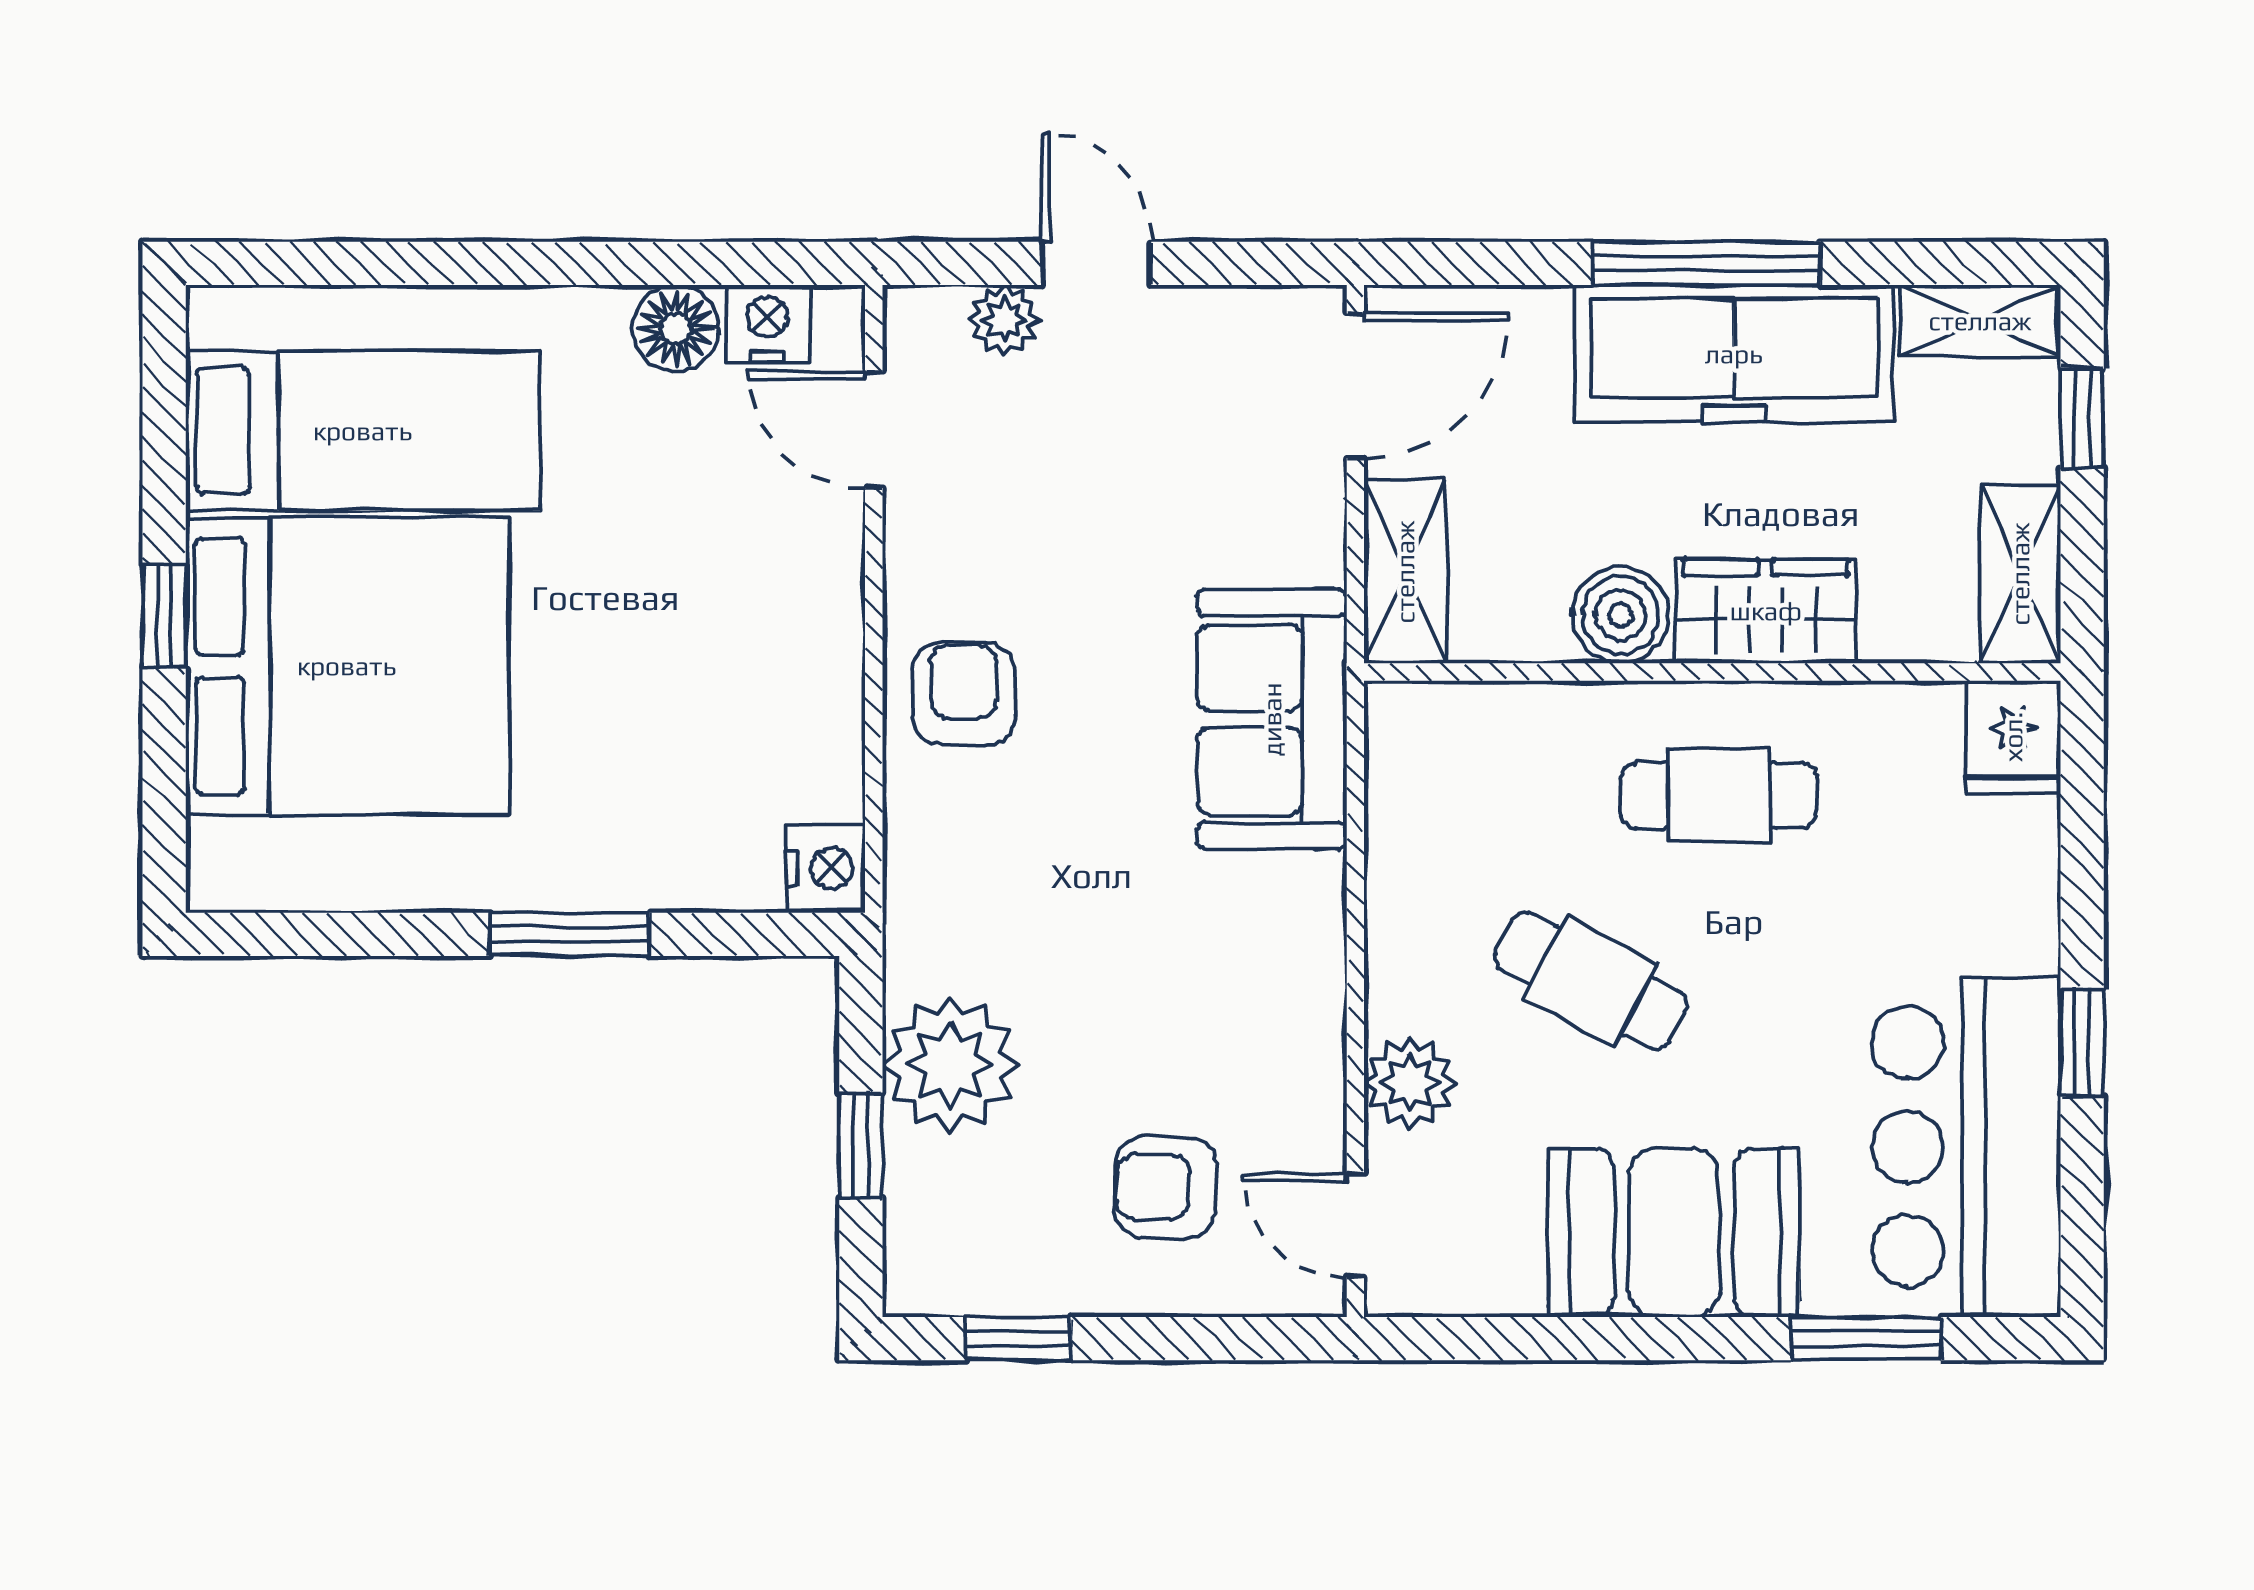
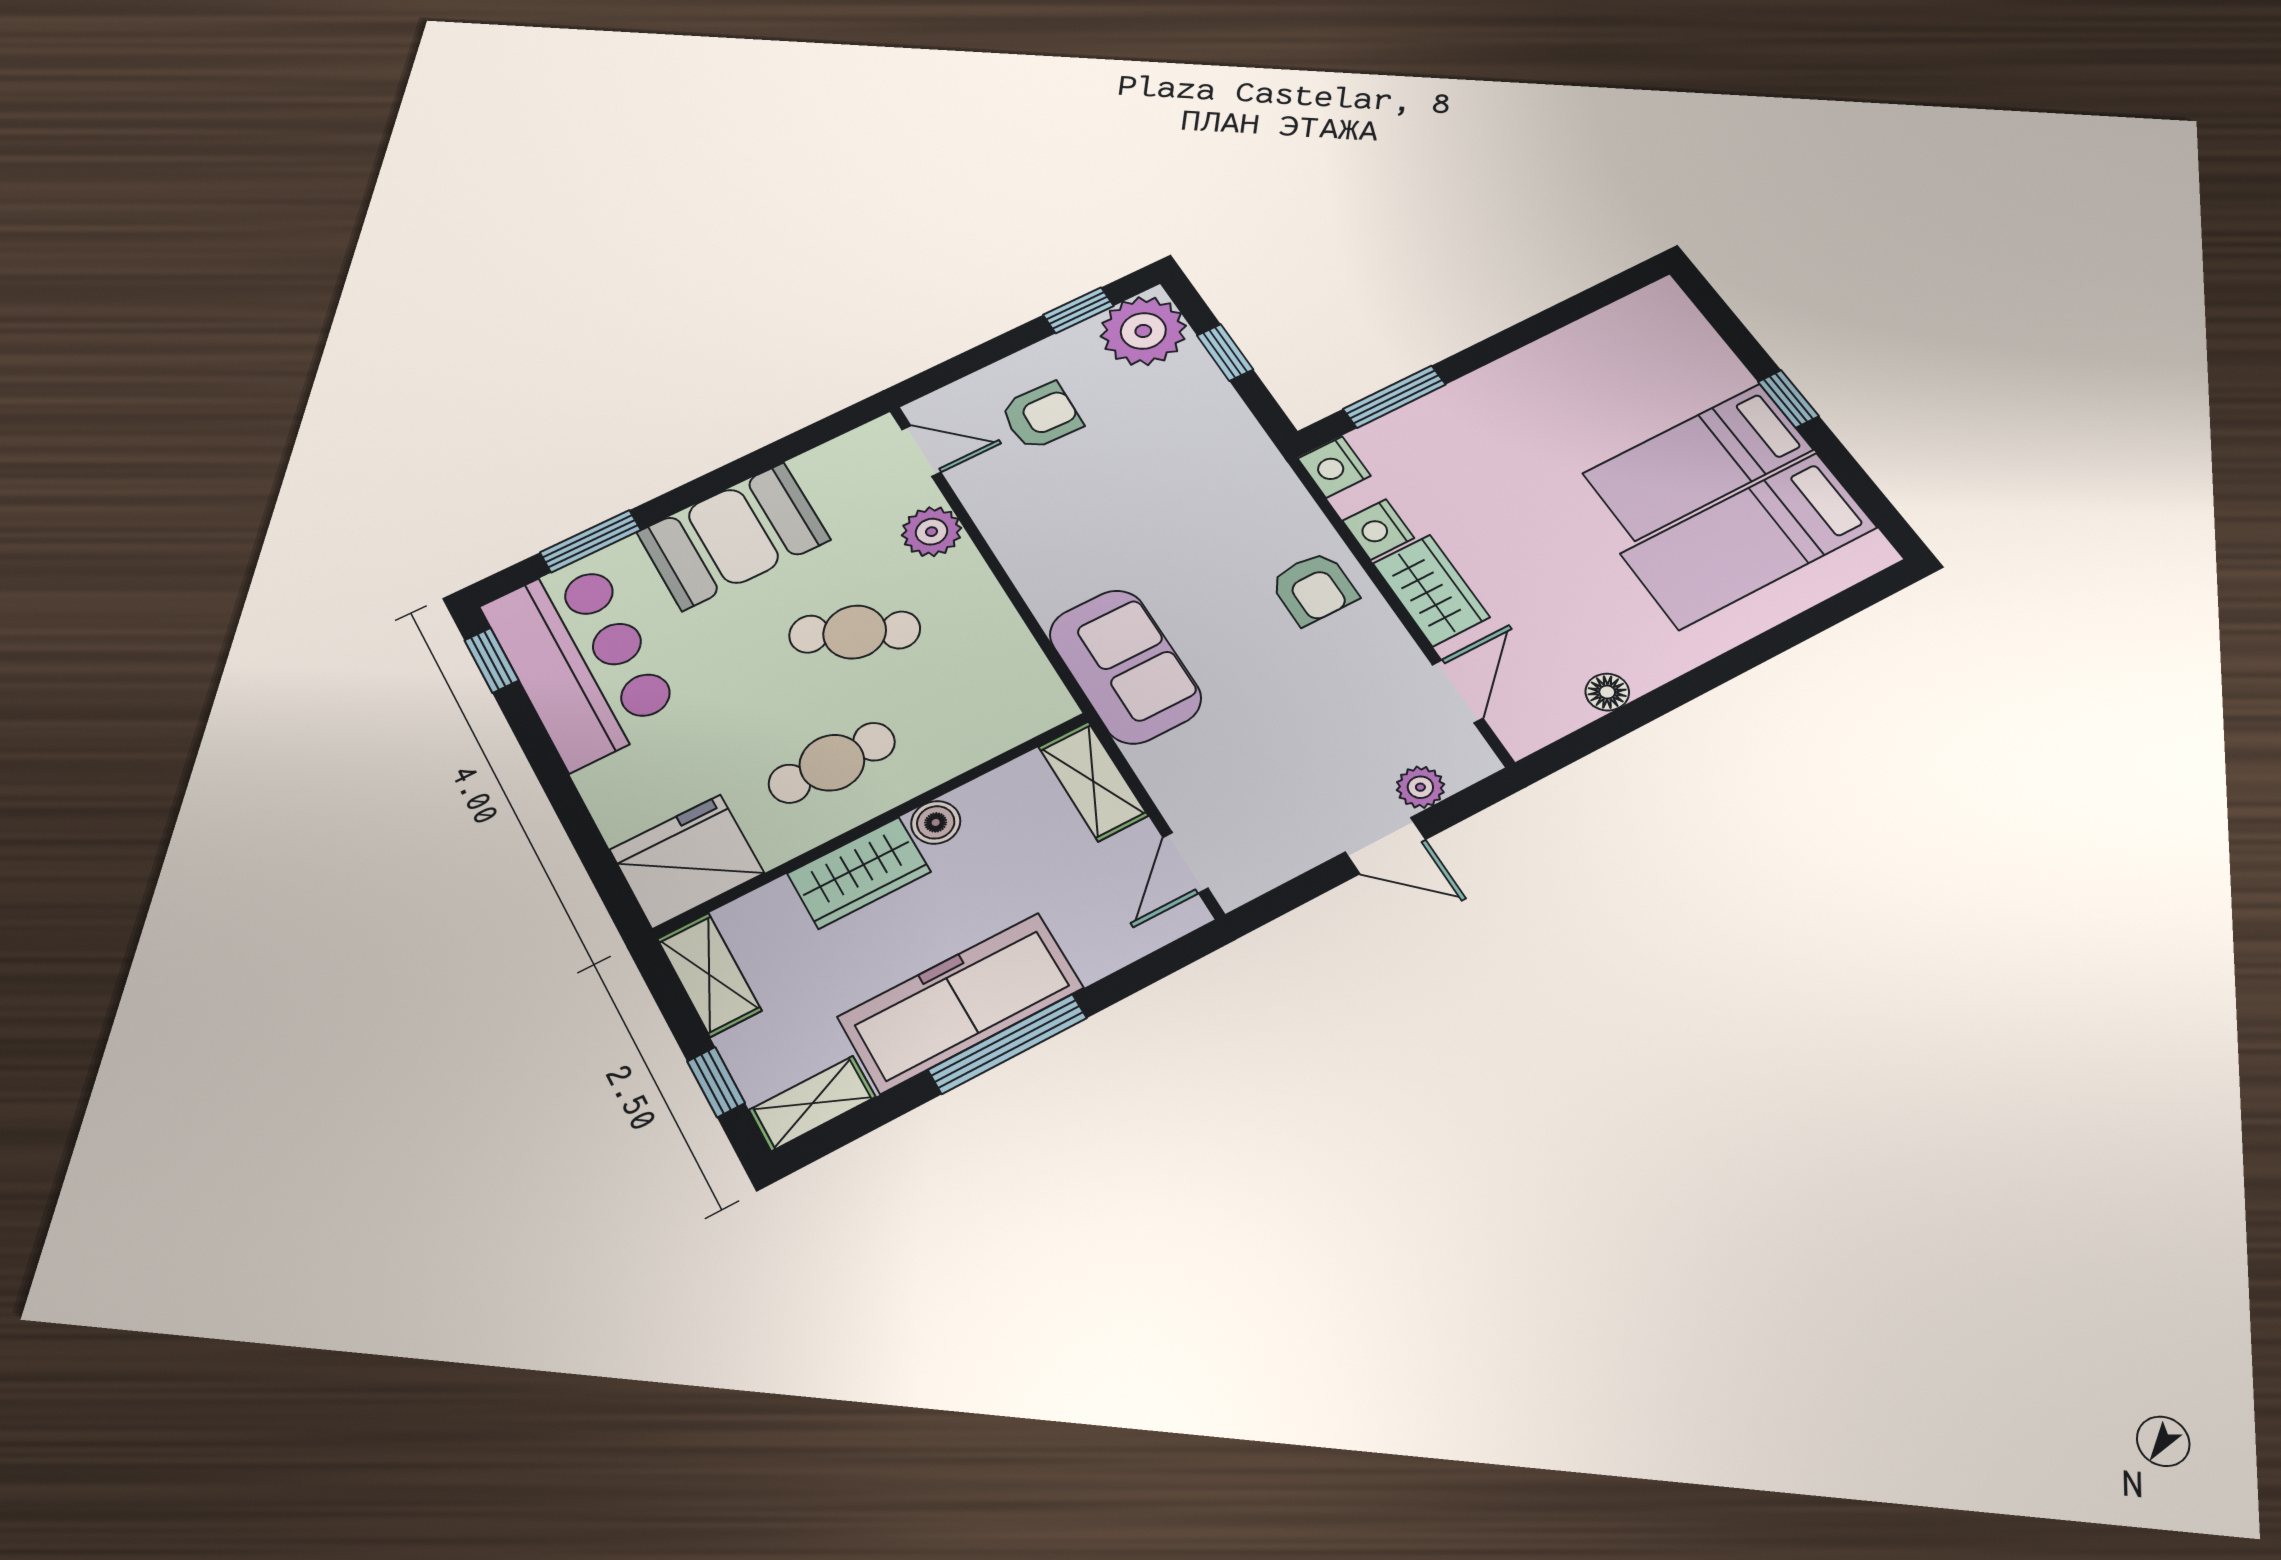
nightstand: (768, 323) -> (1378, 529), moved, turned 90
floor lamp: (676, 328) -> (1607, 692), width x0.73, depth x0.73
door: (1355, 386) -> (1185, 863), width x0.73
door: (874, 430) -> (1458, 691), hinge flipped
wardrobe: (815, 600) -> (1431, 590), added
boiler: (1621, 615) -> (936, 822), width x0.73, depth x0.73
bed: (347, 666) -> (1698, 462), width x0.49
fridge: (2013, 737) -> (687, 861), width x1.88, depth x1.34
window: (570, 934) -> (1394, 397), moved
window: (2082, 1042) -> (491, 660), moved
plant: (950, 1065) -> (1143, 331), moved

